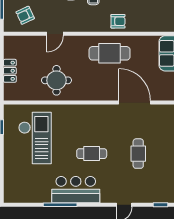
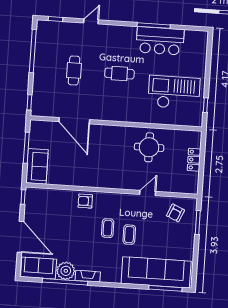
armchair: (25, 15) -> (175, 213), turned 139
cafe table: (110, 53) -> (95, 170), removed
checkout: (35, 138) -> (174, 92), turned 90
bar counter: (76, 190) -> (160, 41), moved

